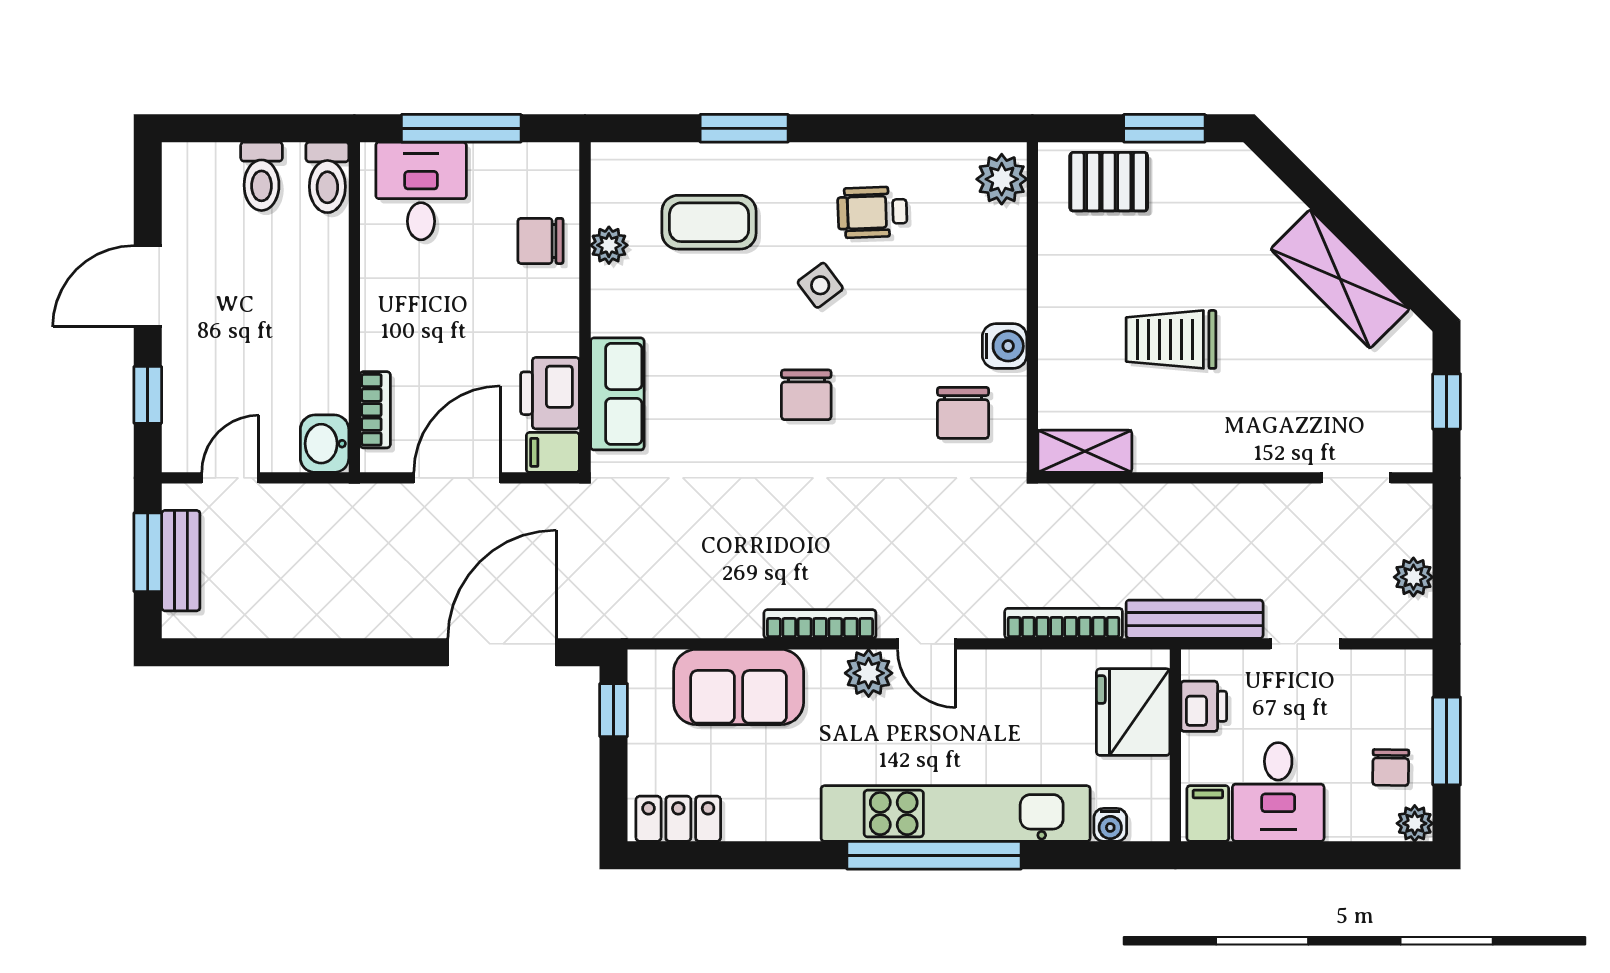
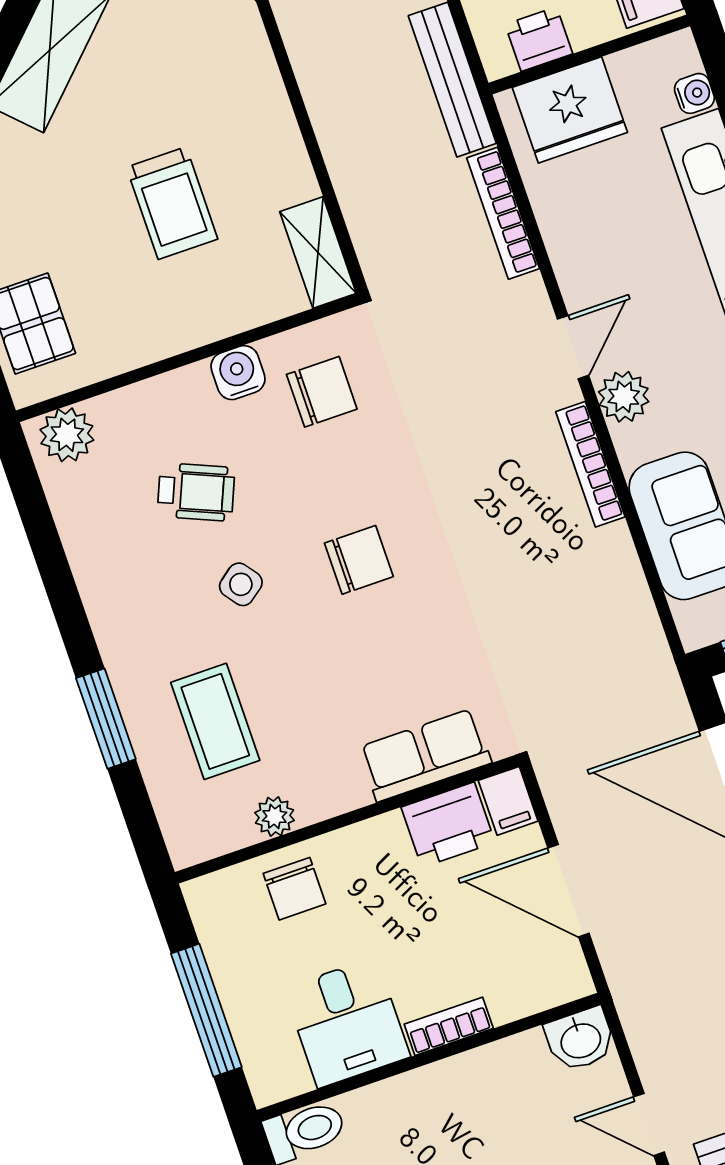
desk: (421, 191) -> (347, 1023), moved, turned -90
wheelchair: (872, 212) -> (196, 492), moved, turned -65
bookcase: (375, 410) -> (449, 1026), moved

